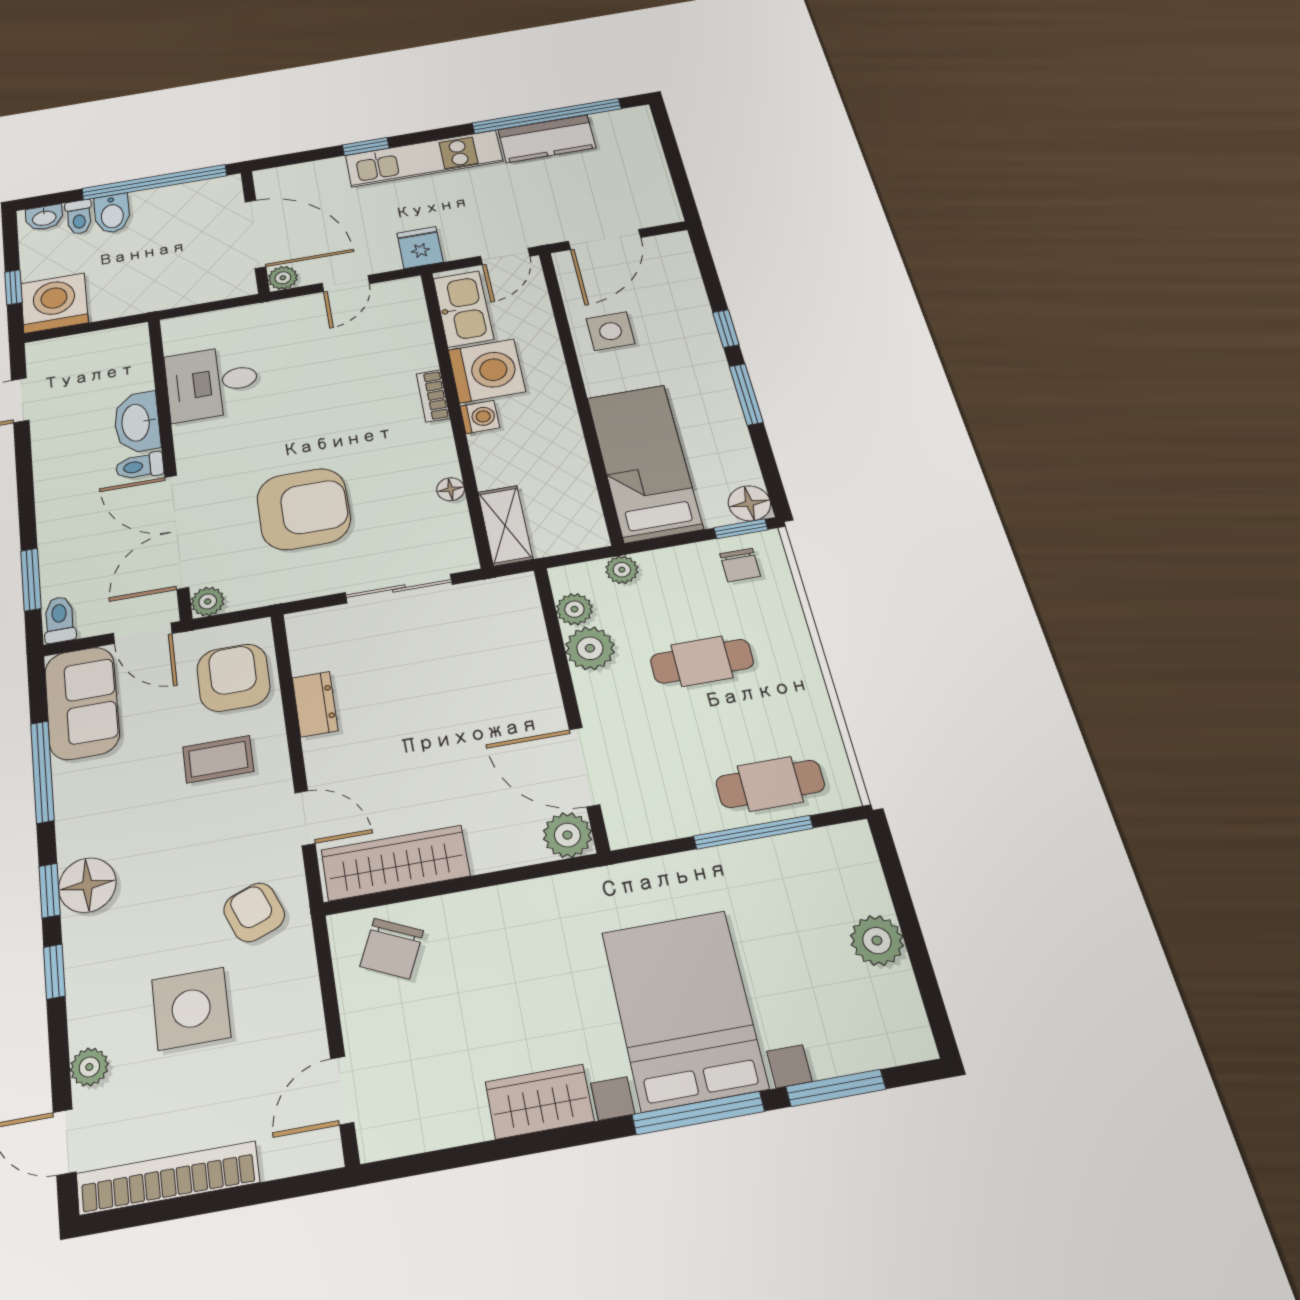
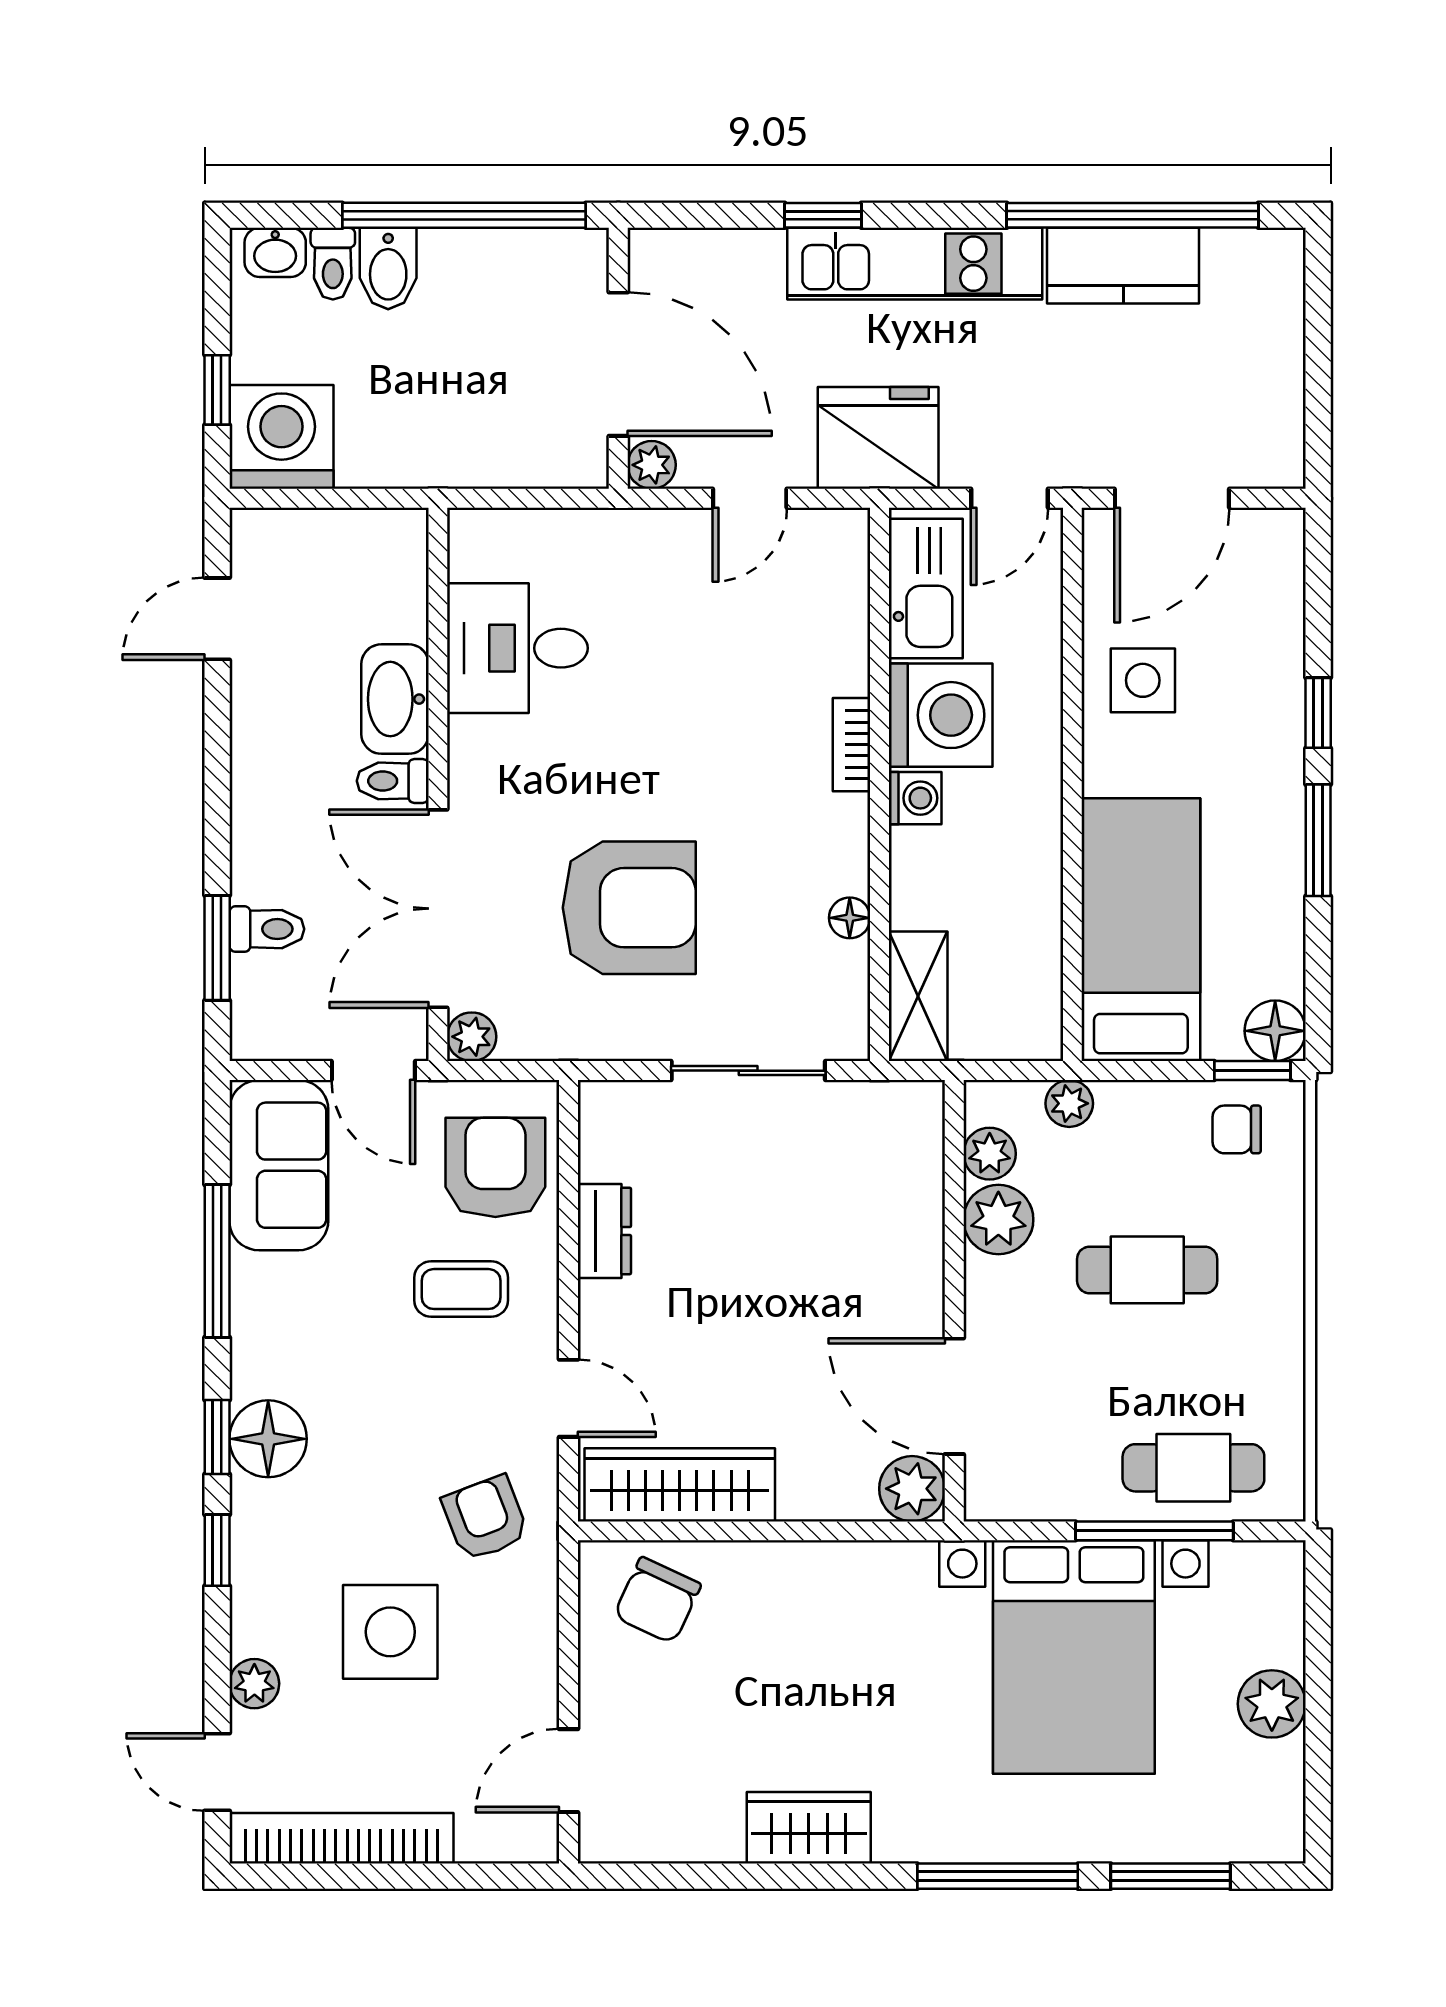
fridge: (420, 248) -> (878, 438), width x1.88, depth x1.34
chair: (740, 565) -> (1237, 1129), turned 90
toilet: (59, 620) -> (267, 929), moved, turned 90
bed with nightstands: (684, 1009) -> (1074, 1657), moved, turned 180

